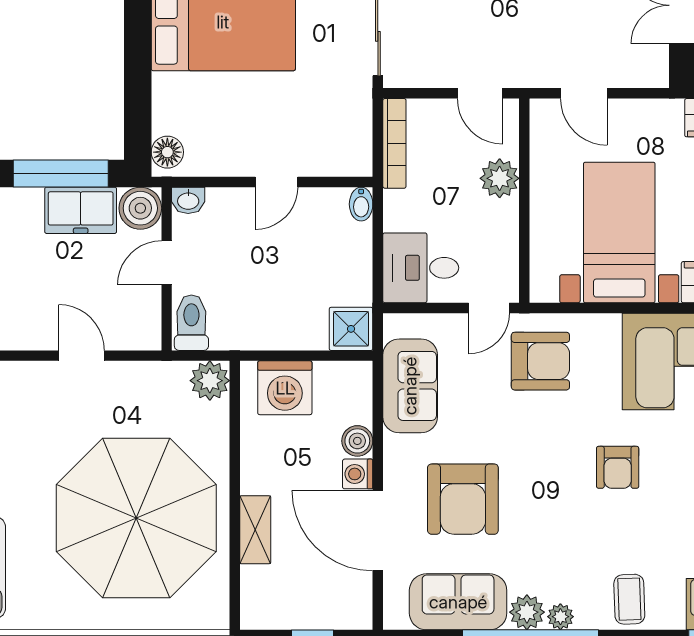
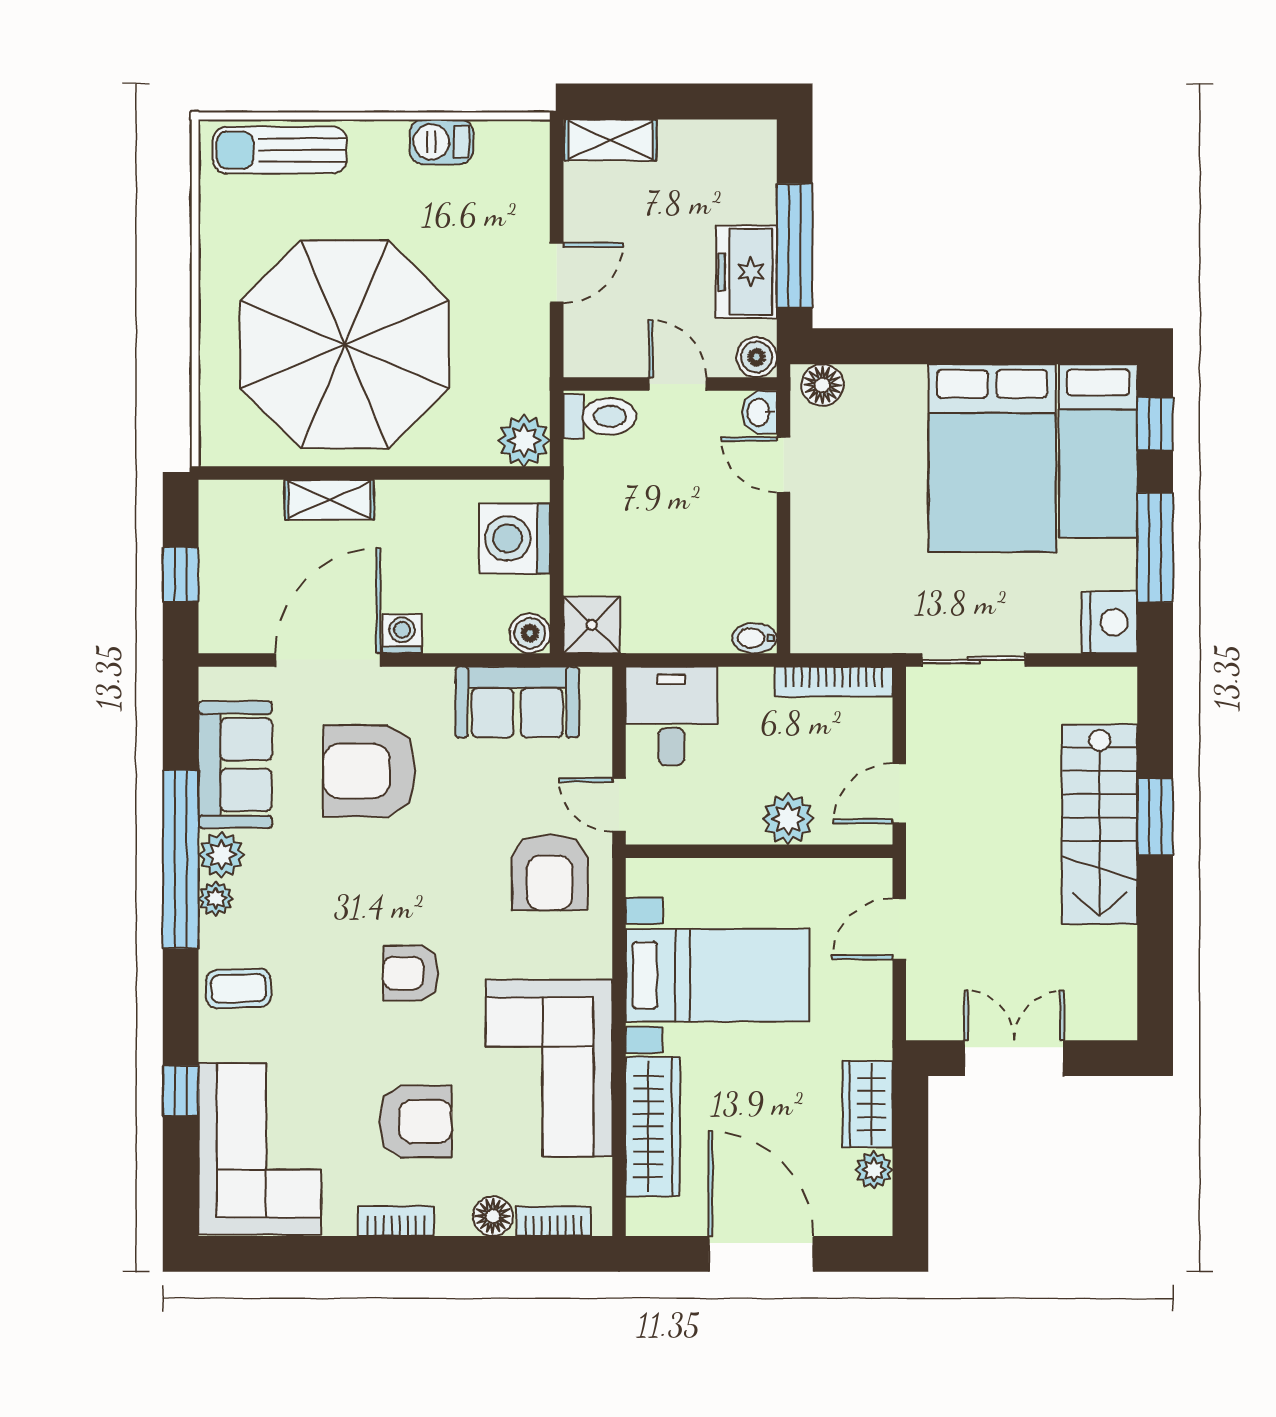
door: (276, 182) -> (784, 465), moved
boiler: (140, 208) -> (757, 357), width x0.73, depth x0.73
boiler: (357, 441) -> (530, 633), moved

